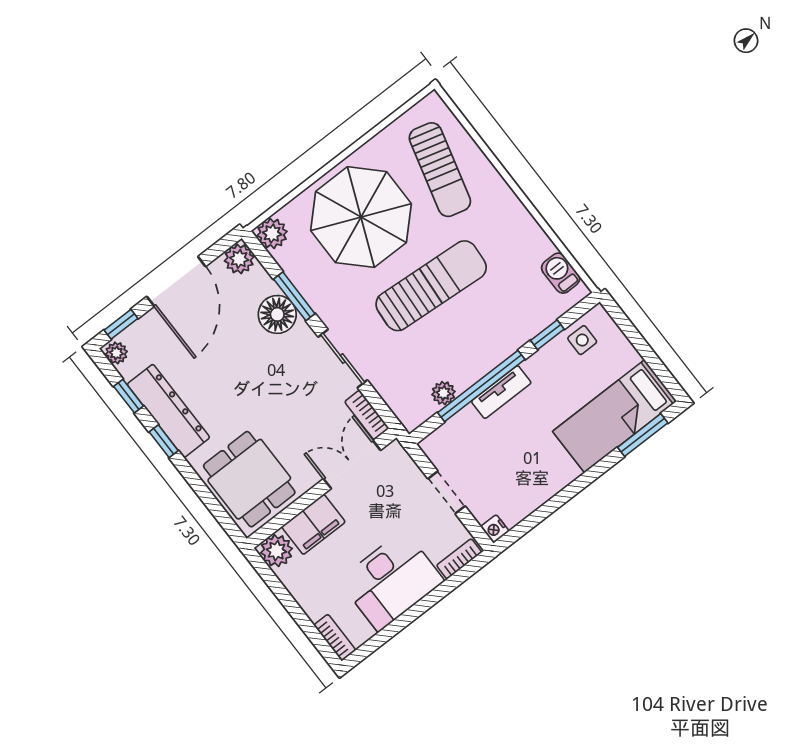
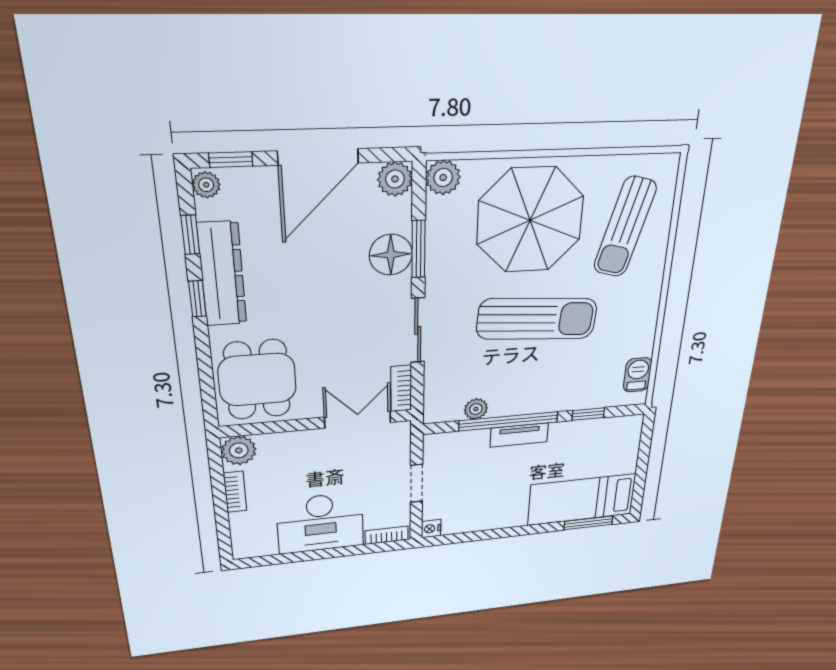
side table: (582, 340) -> (608, 433), removed
filing cabinet: (313, 524) -> (288, 448), removed
bookcase: (335, 638) -> (235, 492), moved

